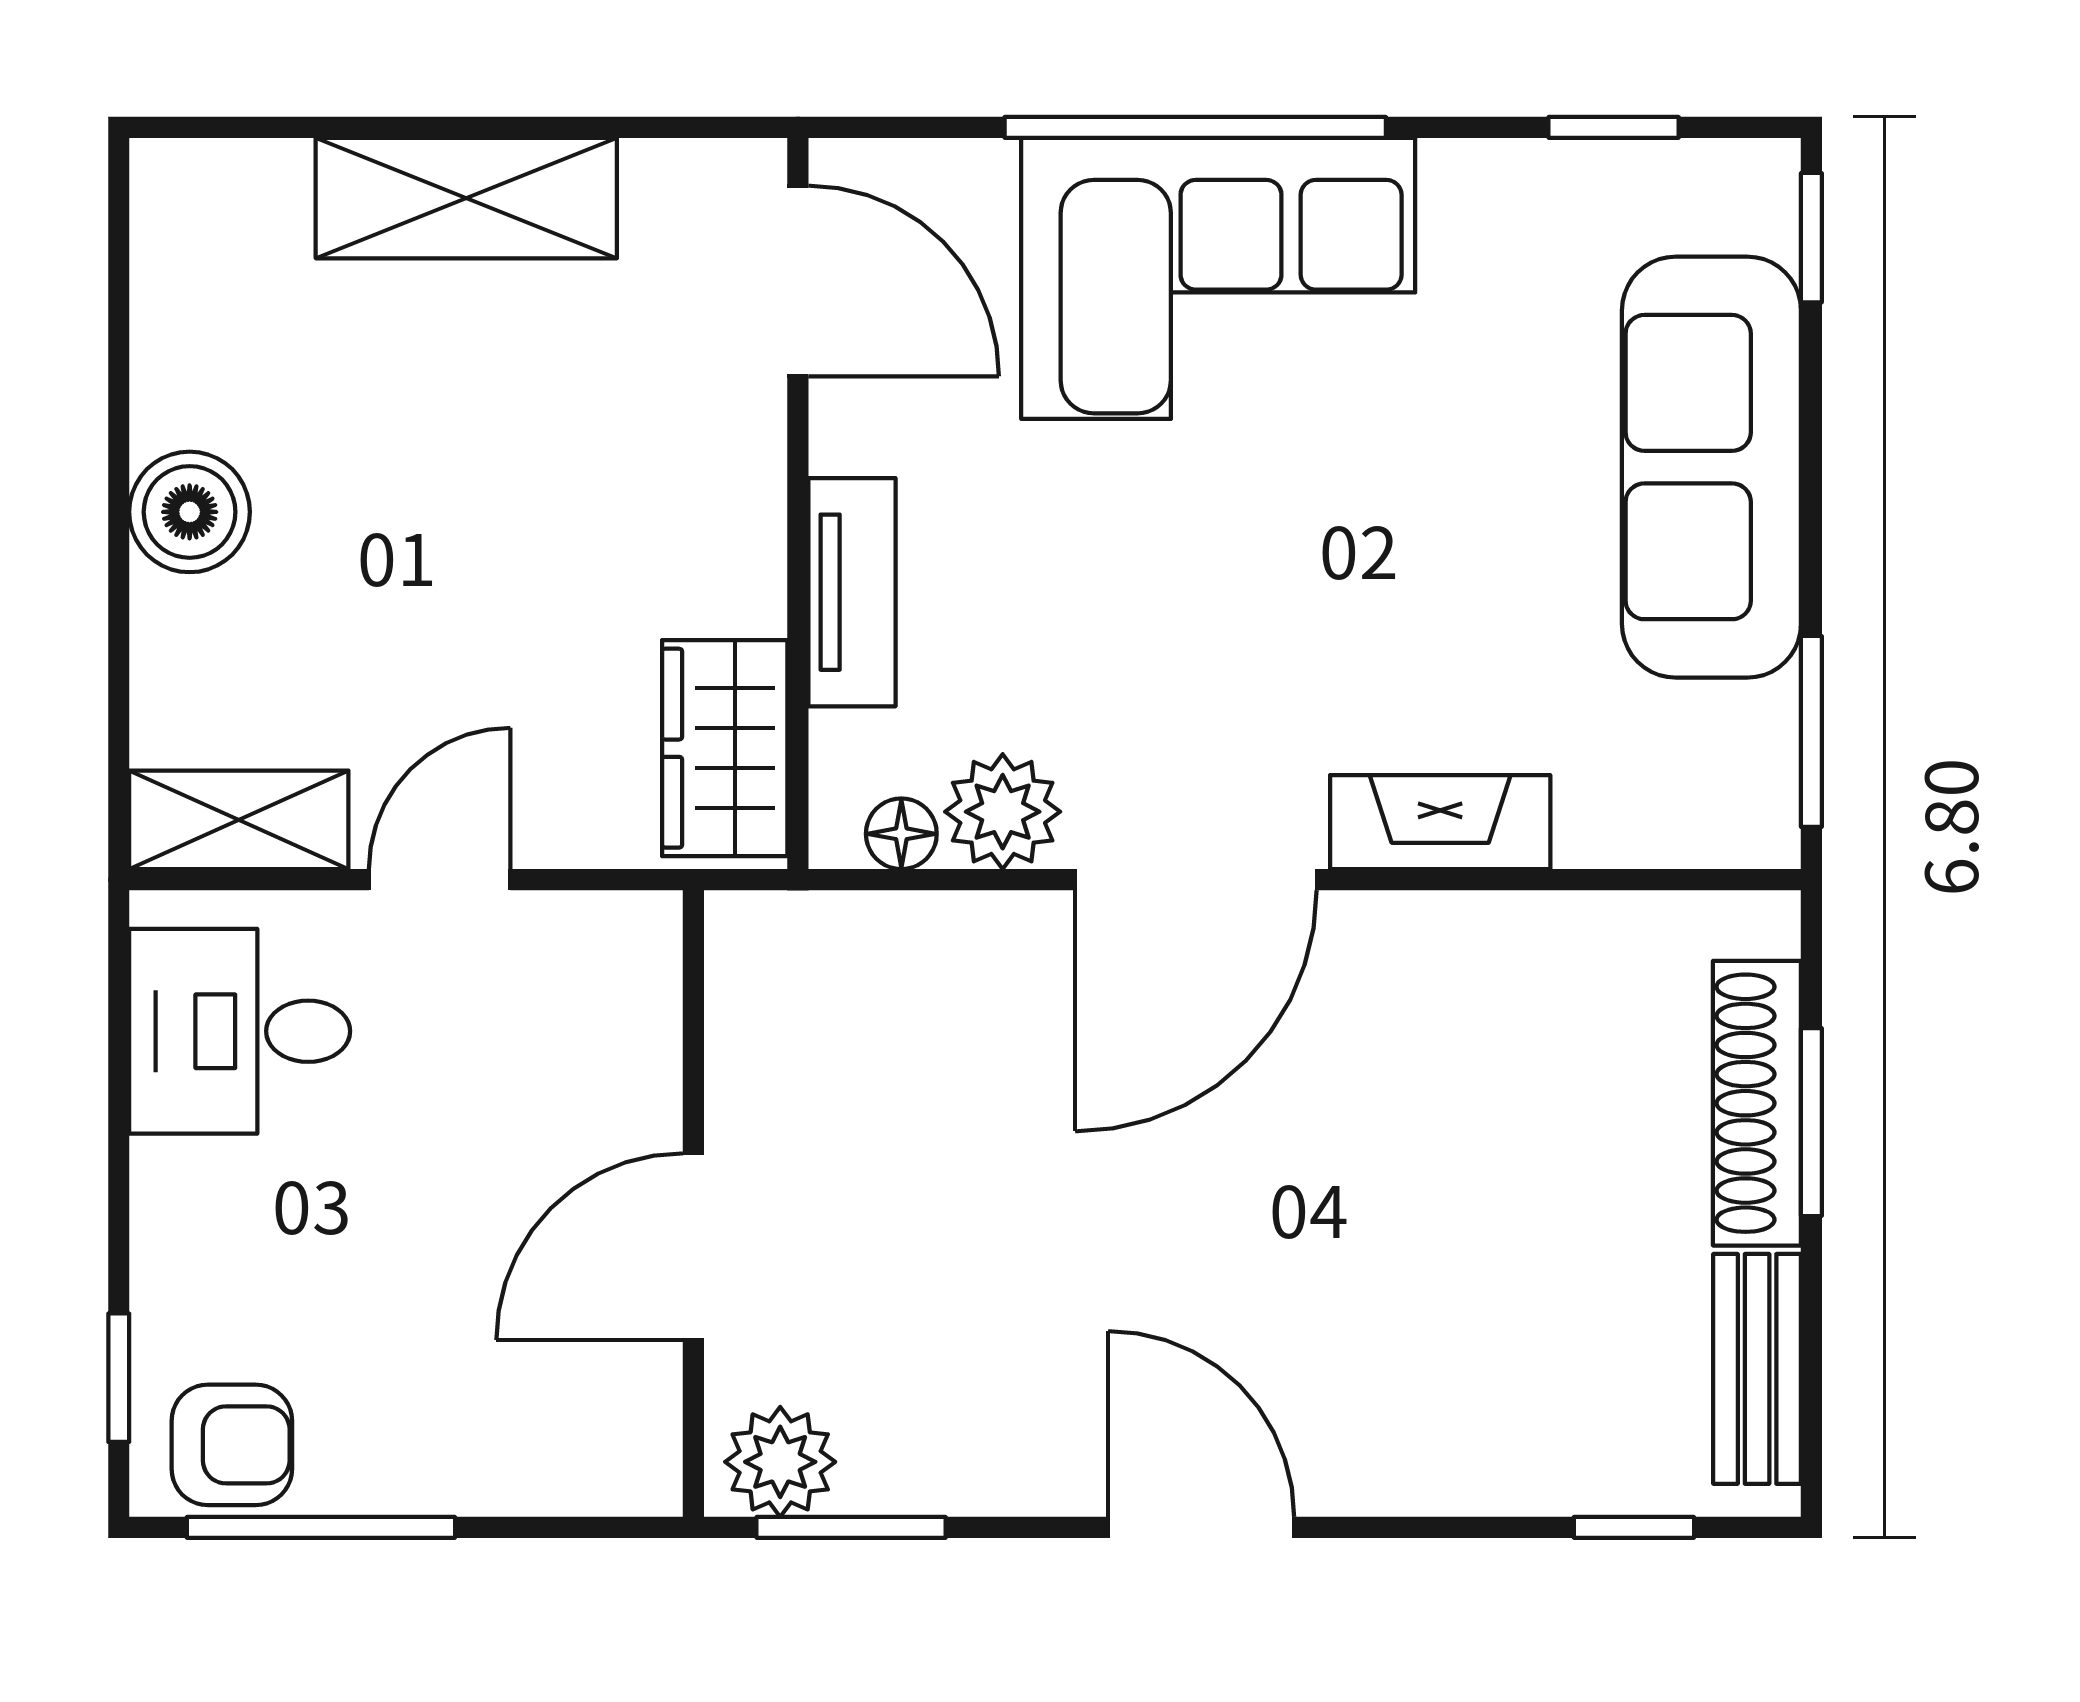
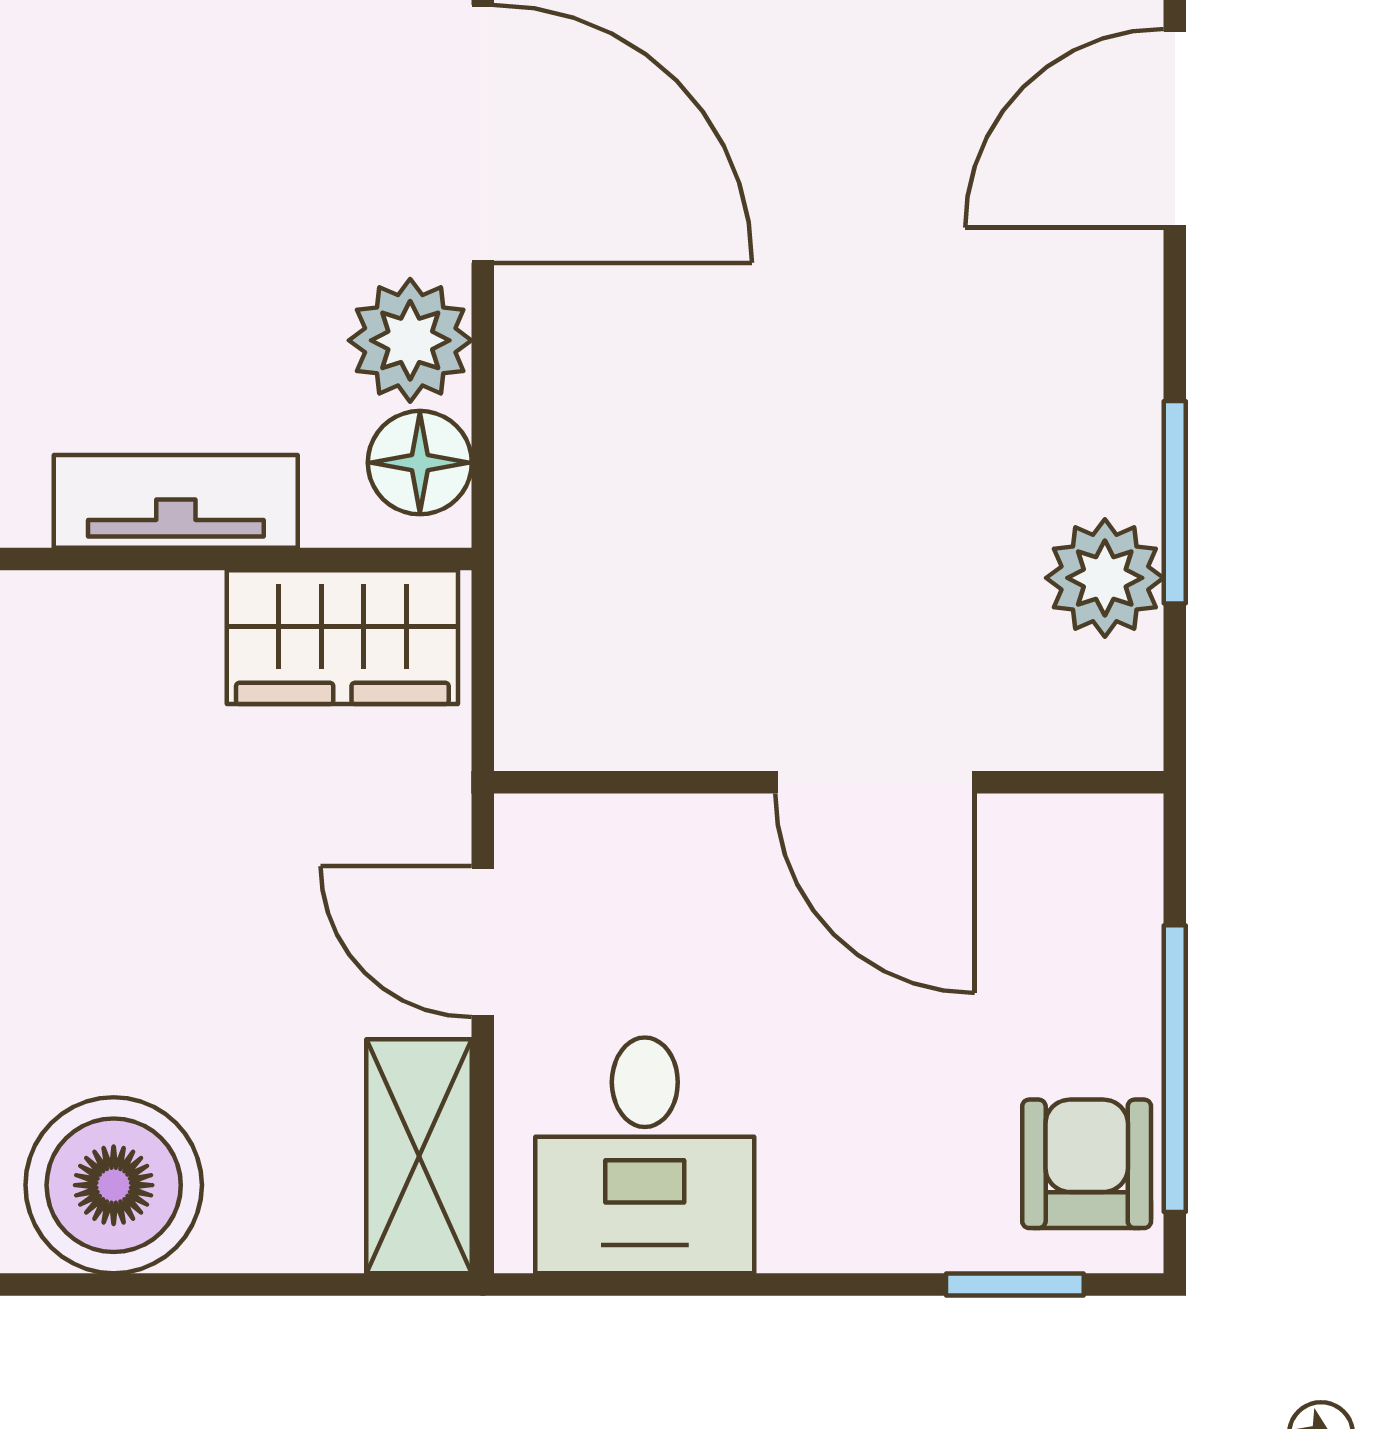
boiler: (190, 512) -> (114, 1185), width x1.37, depth x1.37
floor lamp: (901, 834) -> (420, 463), width x1.37, depth x1.37
wall: (693, 1204) -> (829, 782), moved
door: (693, 1247) -> (875, 782), moved

